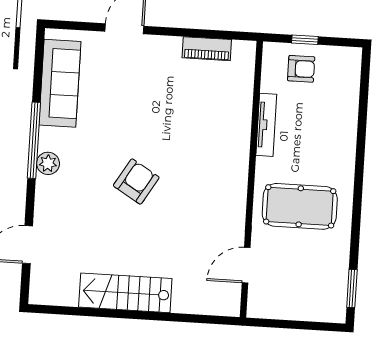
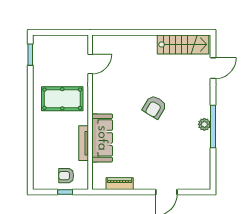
sofa: (60, 83) -> (102, 138), moved, turned 180
plant: (48, 163) -> (204, 124), moved
stairs: (125, 293) -> (183, 44), moved

